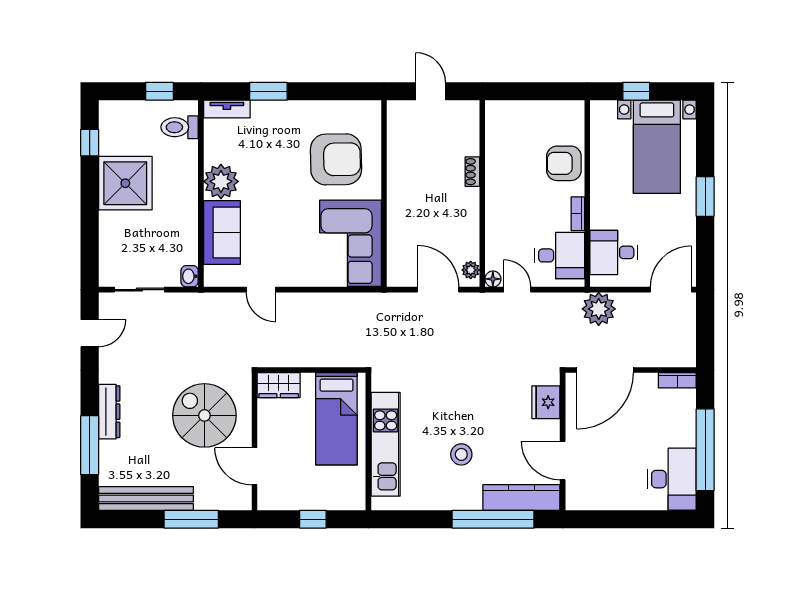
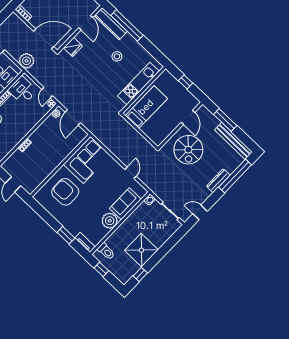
wardrobe: (279, 385) -> (155, 136), removed
window: (90, 445) -> (235, 176), width x1.46

